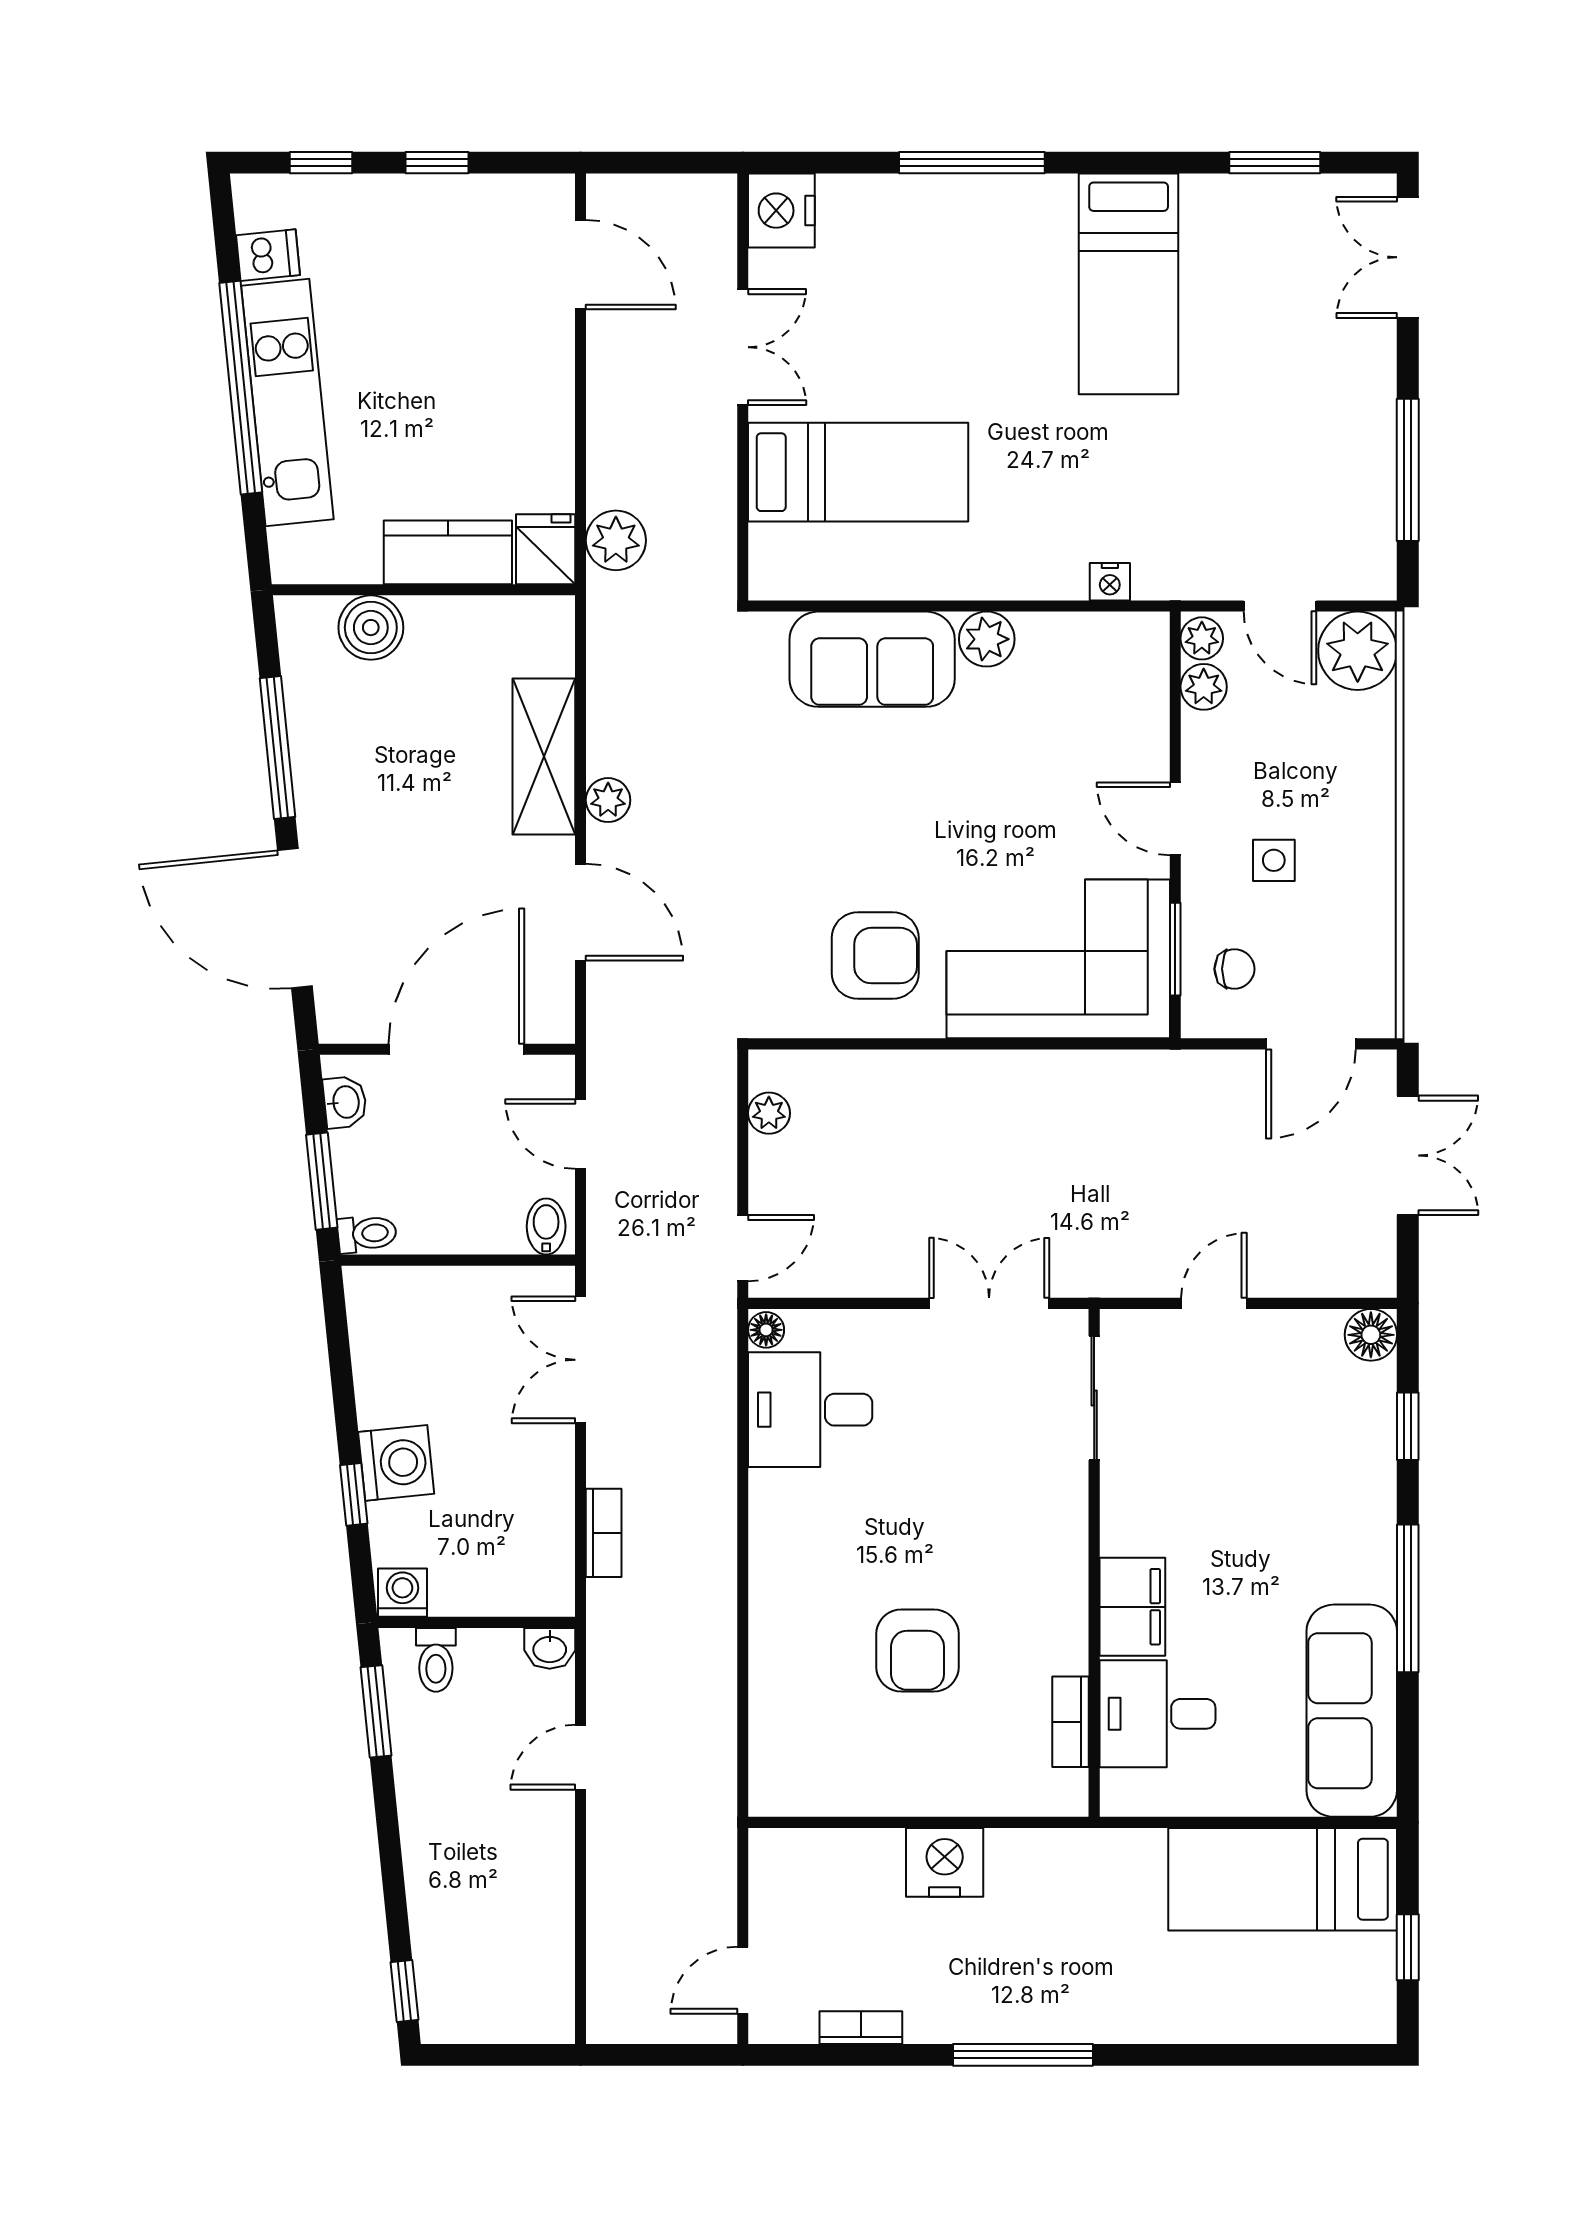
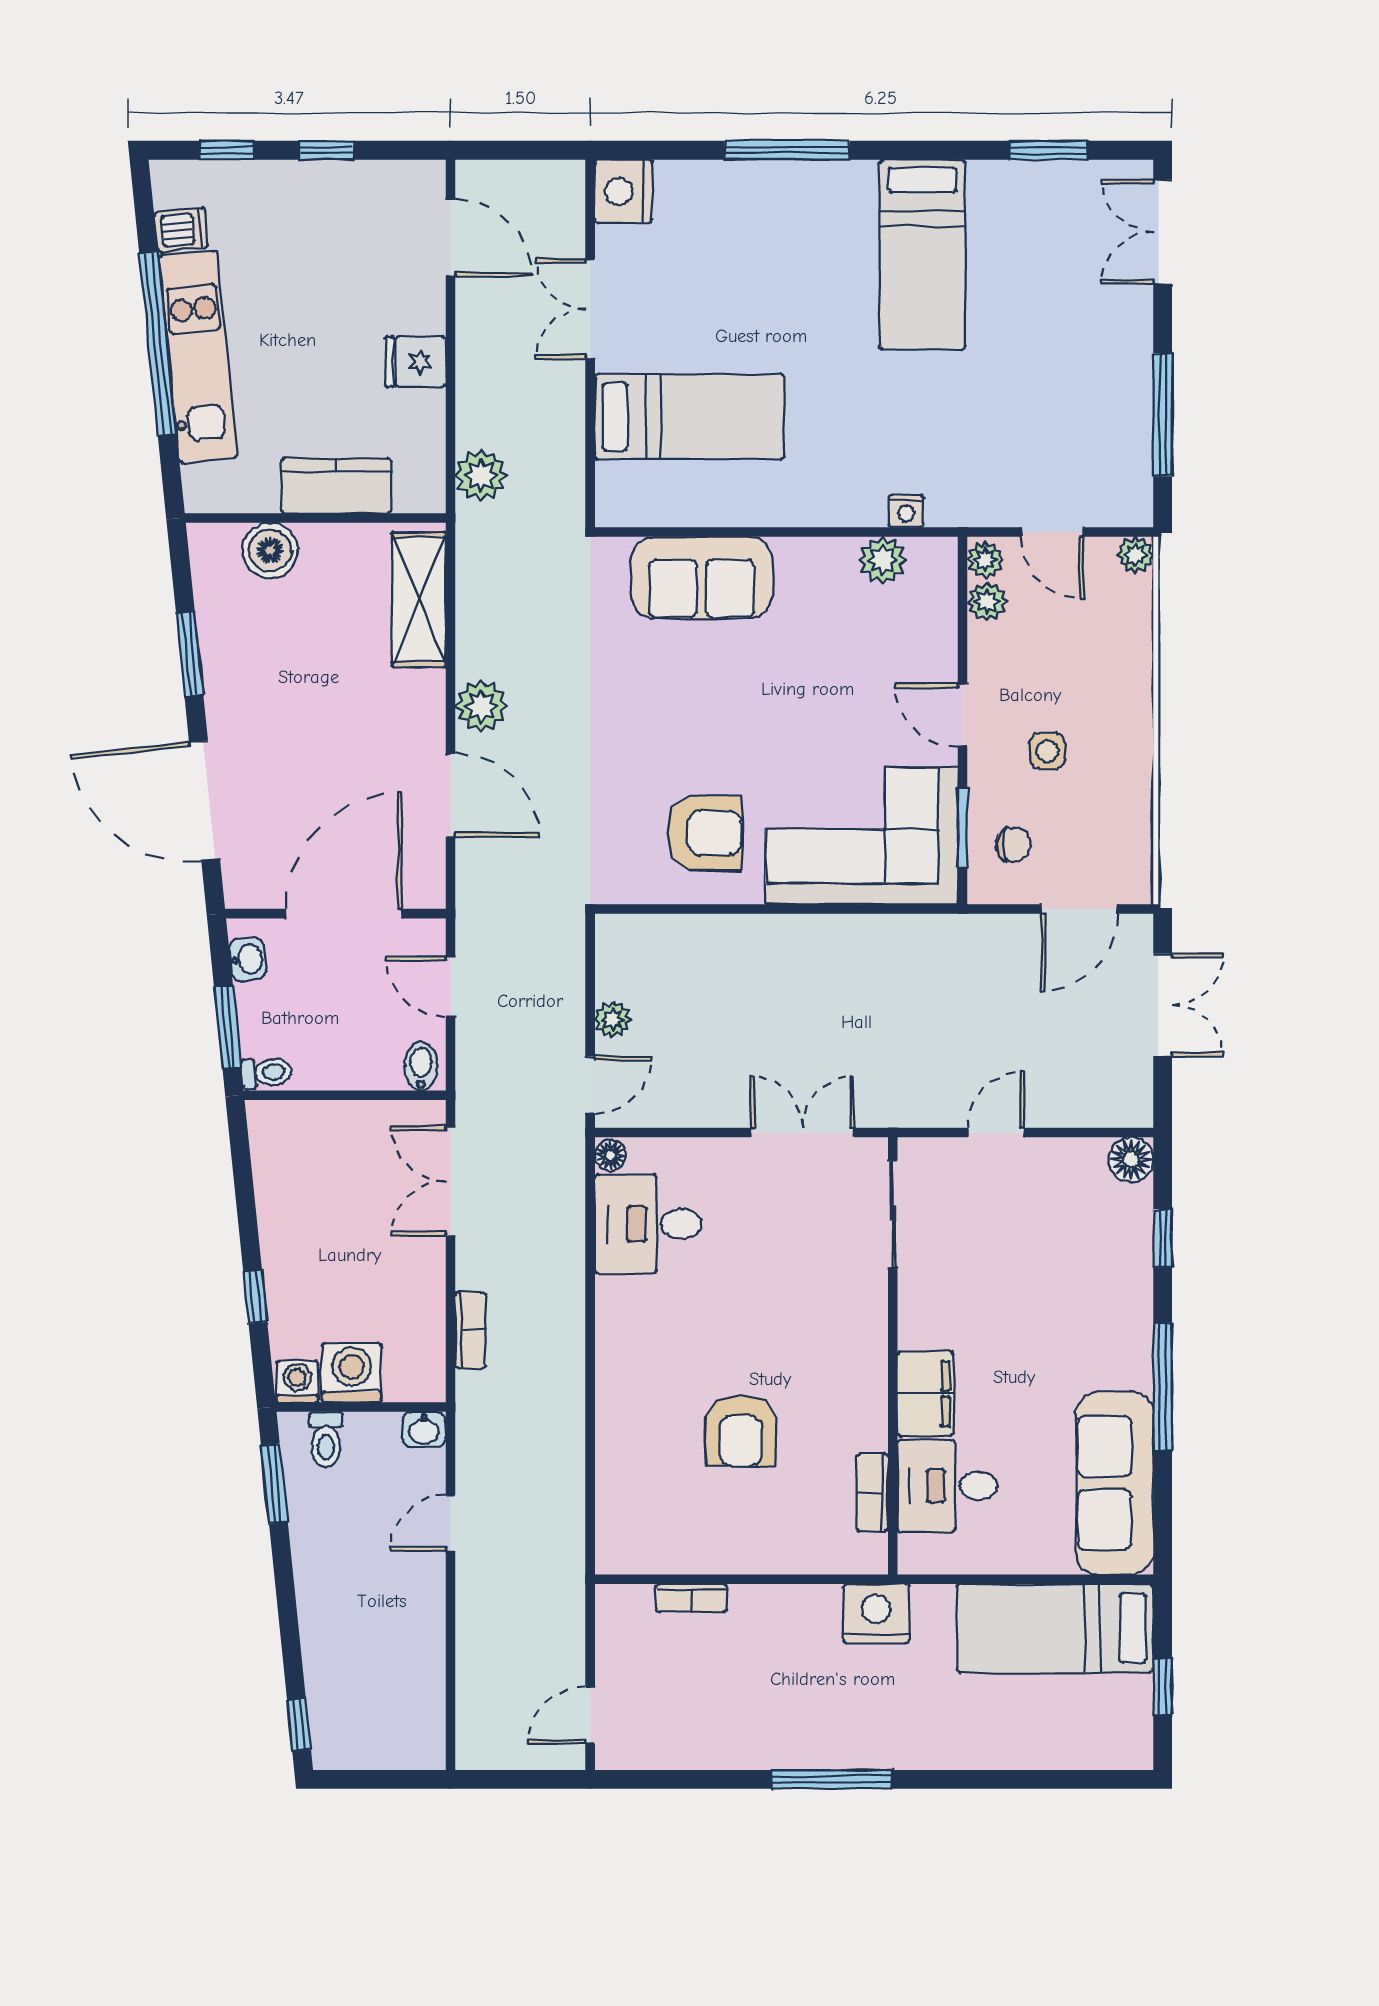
double door: (743, 347) -> (590, 309), swing flipped
fridge: (546, 549) -> (416, 362), moved, turned -90
plant: (987, 639) -> (882, 560), moved
plant: (1358, 651) -> (1135, 555), width x0.53, depth x0.53
window: (277, 747) -> (190, 654), width x0.69
shelving: (544, 757) -> (419, 599), moved
plant: (608, 800) -> (481, 706), width x1.38, depth x1.38
plant: (769, 1113) -> (613, 1019), moved
washing machine: (396, 1463) -> (352, 1373), moved, turned -84
nightstand: (945, 1862) -> (876, 1614), moved
bookcase: (861, 2028) -> (692, 1598), moved, turned 180

